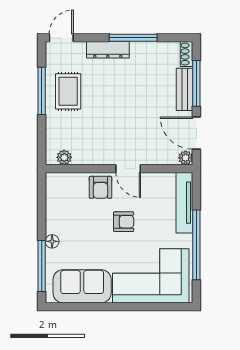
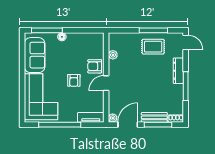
plant: (64, 157) -> (113, 55), moved
tv unit: (184, 203) -> (91, 117), width x0.71

